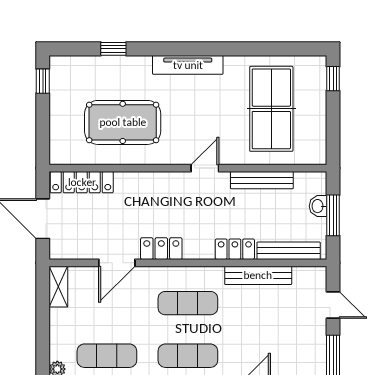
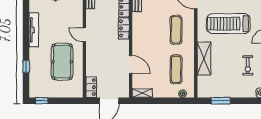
door: (205, 168) -> (84, 35), moved
locker: (82, 182) -> (91, 87), width x0.66
locker: (161, 249) -> (124, 28), moved
exercise mat: (188, 303) -> (150, 30), removed

